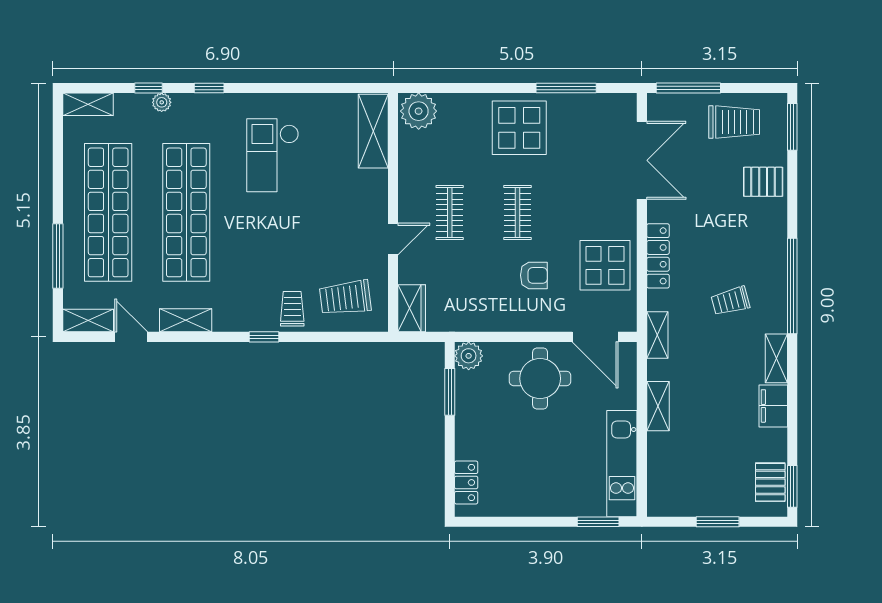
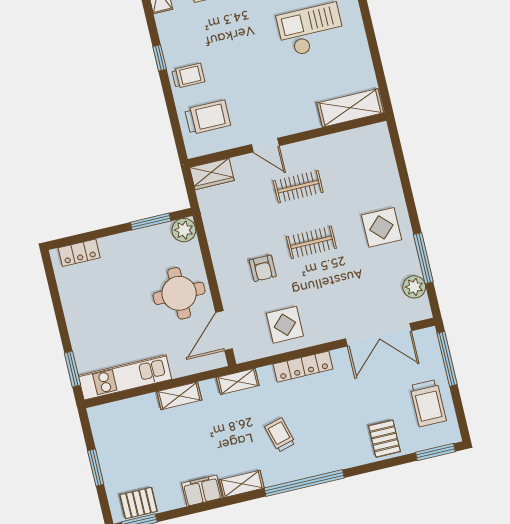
plant: (419, 111) -> (414, 287), moved, width x0.73, depth x0.73
display table: (519, 128) -> (381, 227), width x0.73, depth x0.73
display table: (605, 265) -> (285, 325), width x0.73, depth x0.73
trolley: (345, 298) -> (208, 117), turned 97

